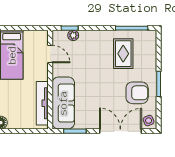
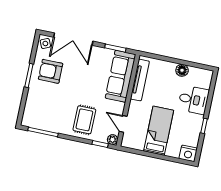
plant: (73, 35) -> (113, 140), moved
rug: (123, 54) -> (84, 120), moved

